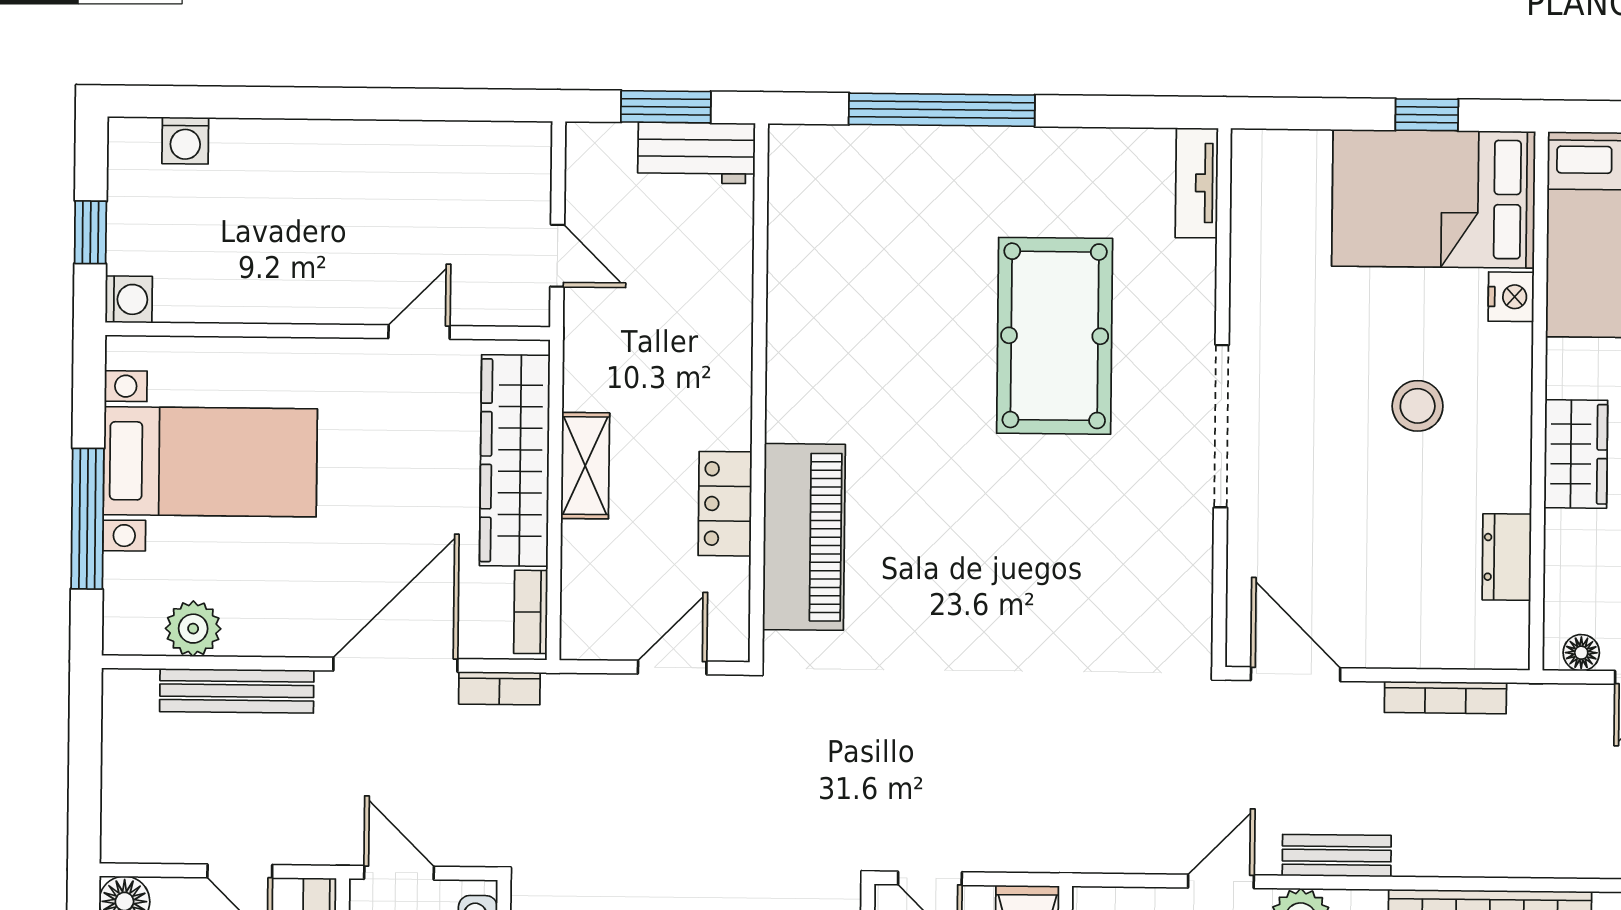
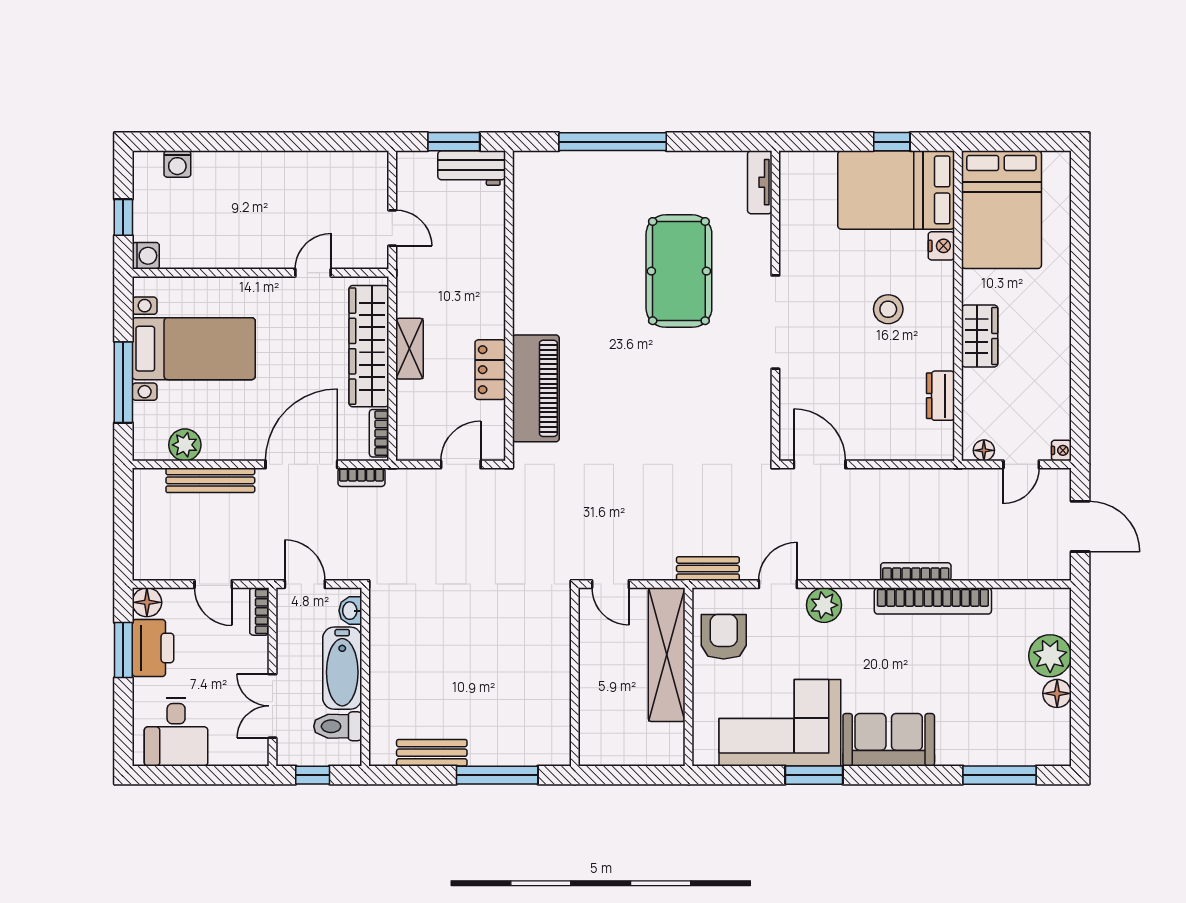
bookcase: (1445, 698) -> (916, 572), moved, turned 180
bench: (1337, 856) -> (708, 569), moved

